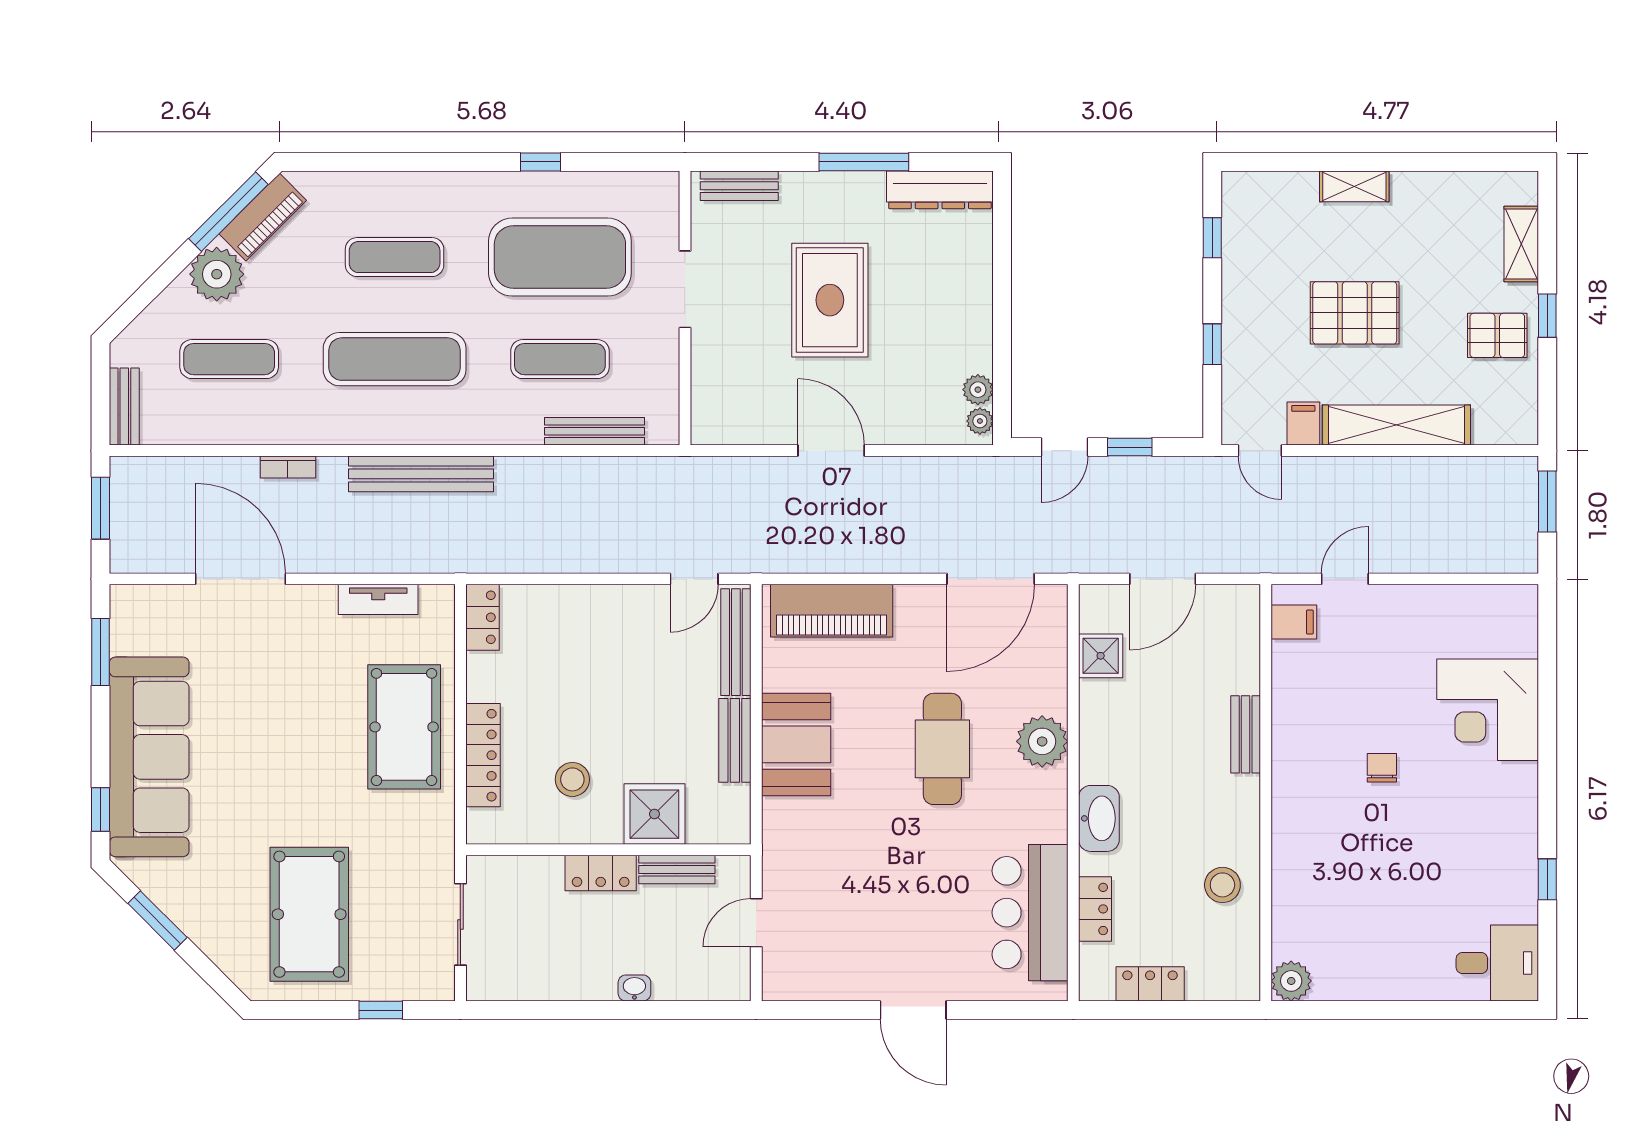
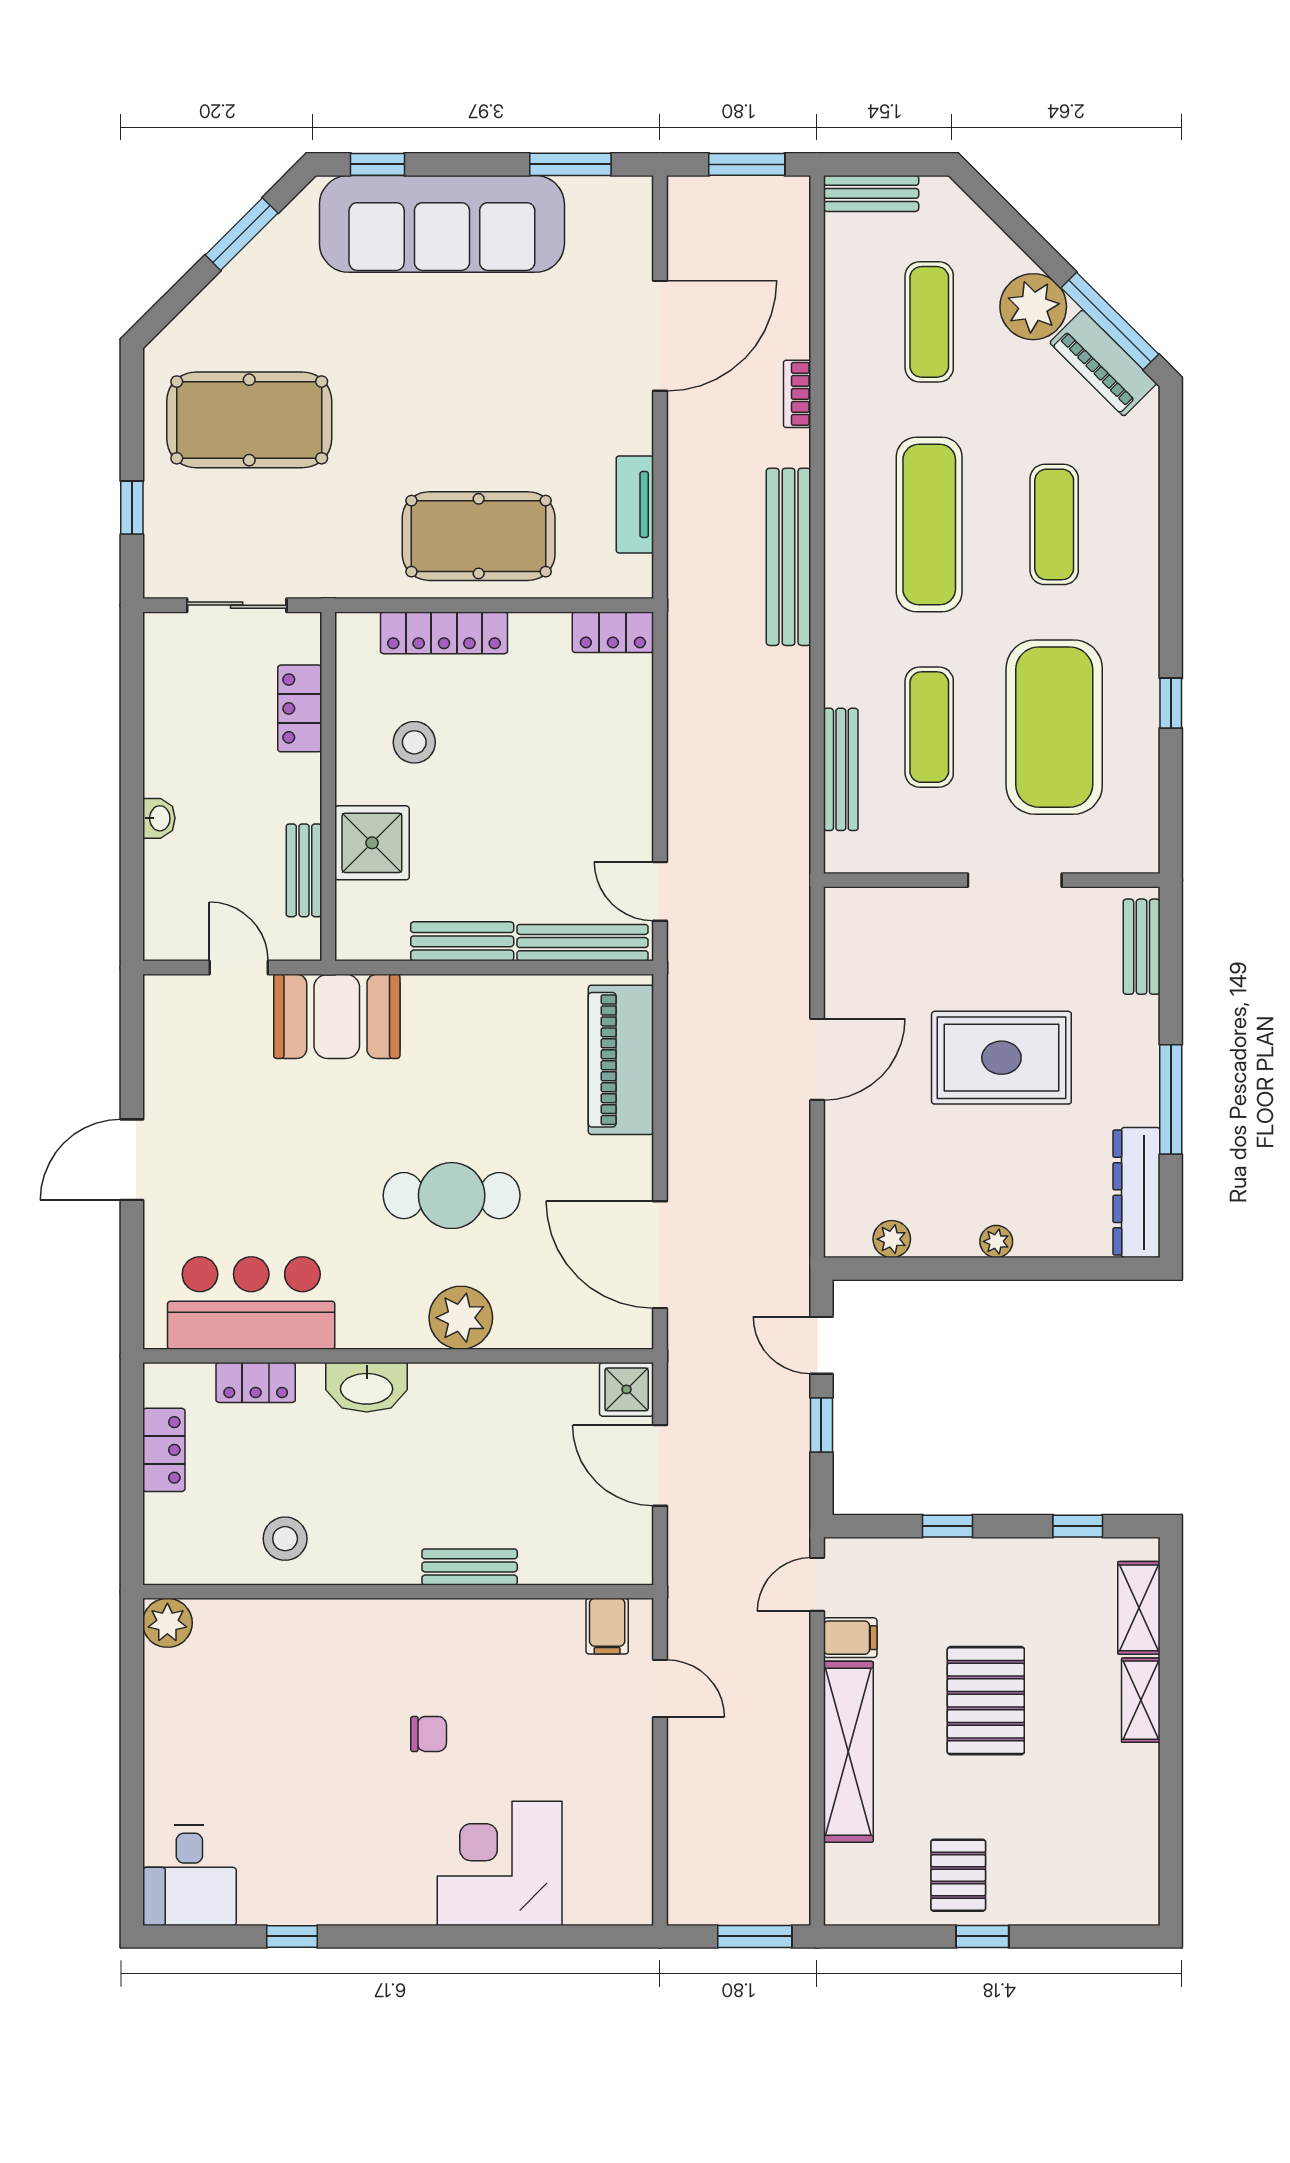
shelving: (1521, 244) -> (1139, 1608), moved, turned 90
plant: (980, 421) -> (996, 1241), moved
shower: (1101, 656) -> (627, 1389), moved
booth: (796, 744) -> (337, 1016), moved
locker: (601, 873) -> (300, 708), moved

